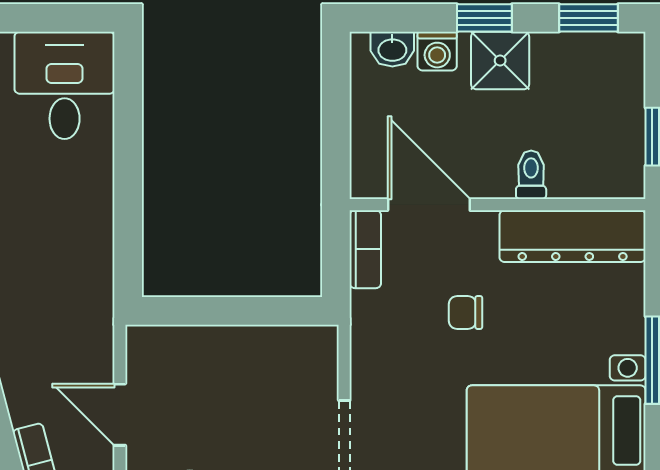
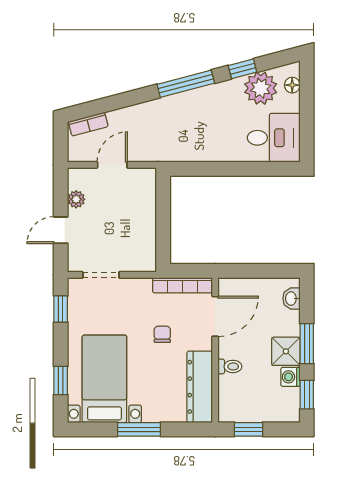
window: (484, 18) -> (307, 344), width x1.50
washing machine: (437, 51) -> (290, 377), moved
bookcase: (365, 249) -> (183, 285), width x1.56

